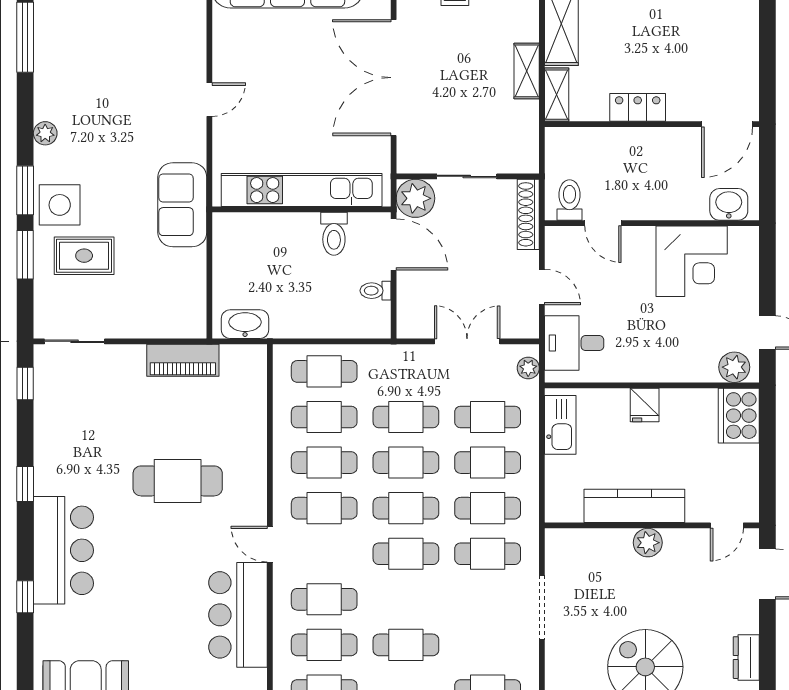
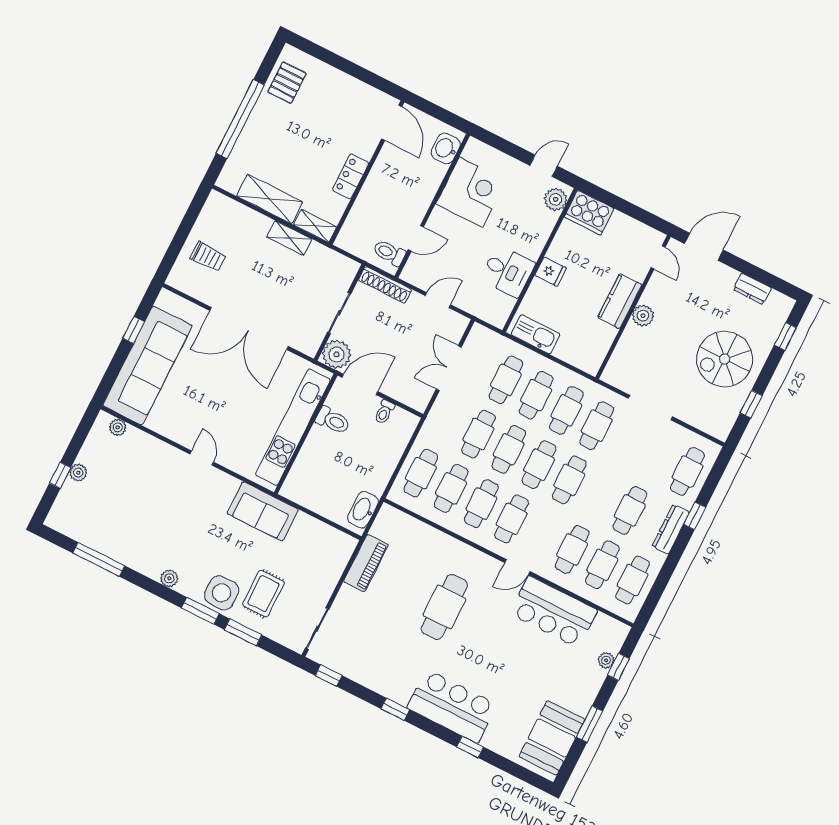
desk: (574, 343) -> (508, 271), moved, turned -90
plant: (528, 368) -> (487, 336), removed
kitchen counter: (634, 506) -> (620, 301), width x0.67

